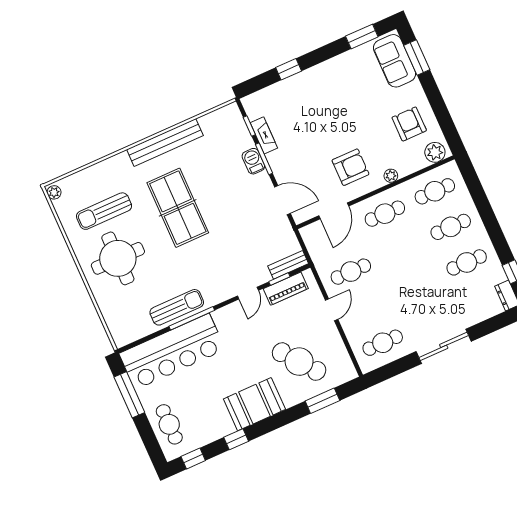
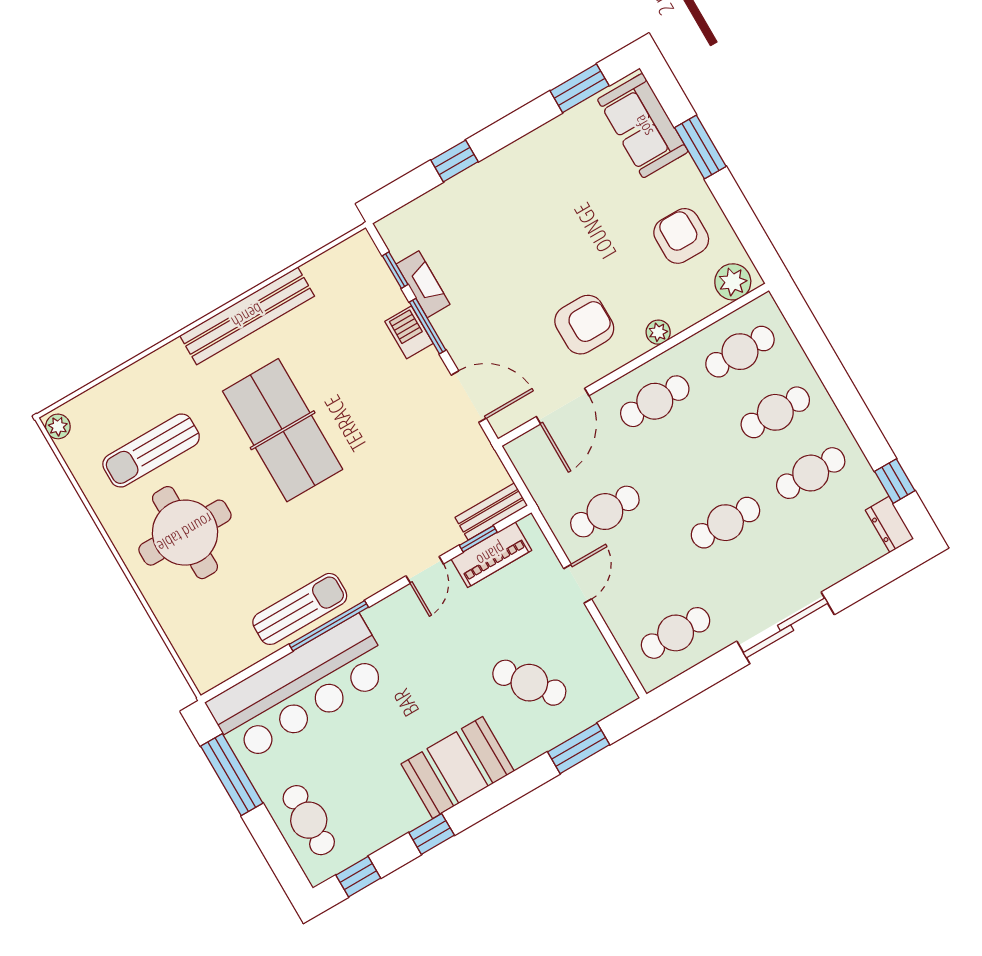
window: (417, 58) -> (700, 147), moved
cafe table: (417, 285) -> (725, 523), added
cafe table: (299, 362) -> (529, 683), width x0.73, depth x0.74

